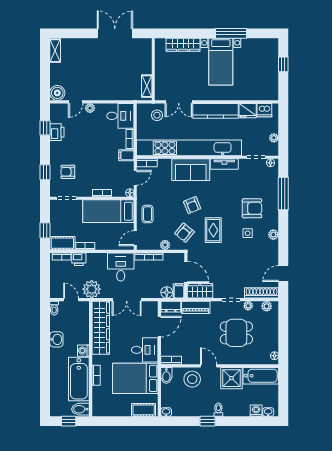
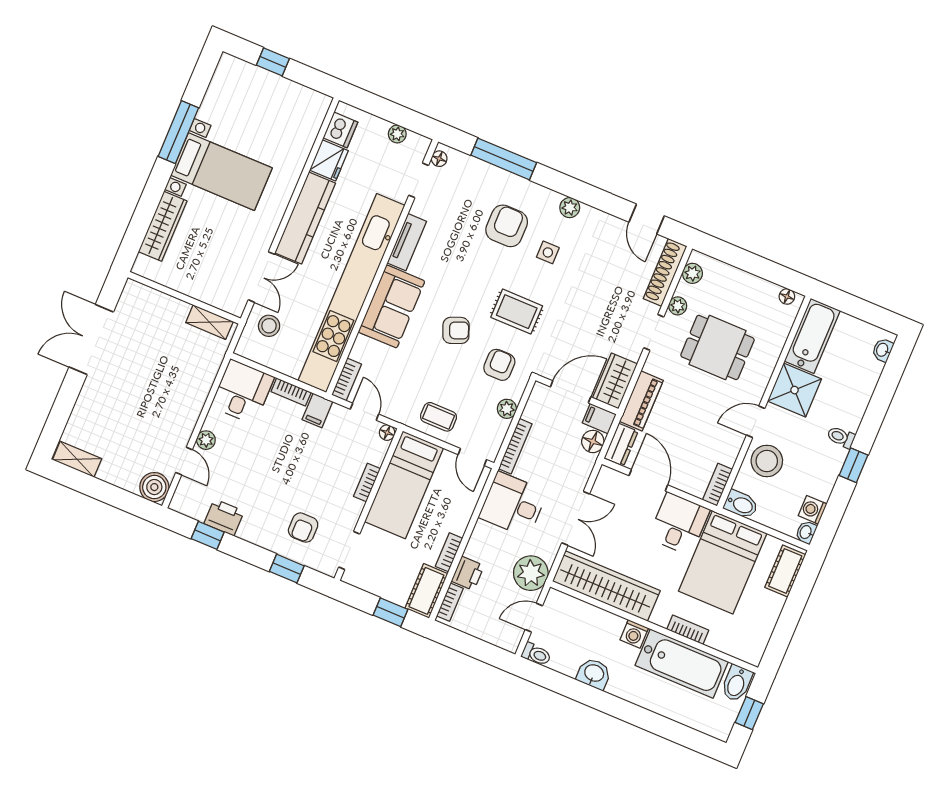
armchair: (184, 233) -> (499, 365), turned -129
dining table: (236, 333) -> (717, 347), turned 90
washing machine: (256, 411) -> (813, 510), moved

